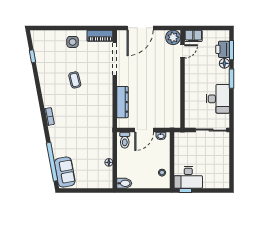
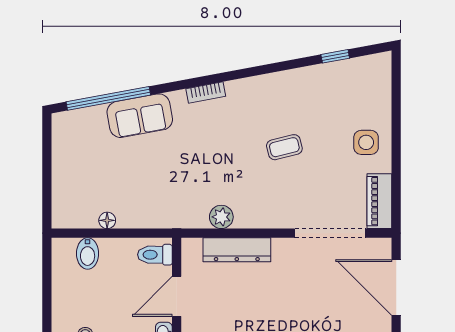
plant: (107, 109) -> (221, 217), added
door: (144, 130) -> (177, 296), hinge flipped
sofa: (65, 172) -> (140, 116), moved
bidet: (124, 183) -> (88, 253), moved

